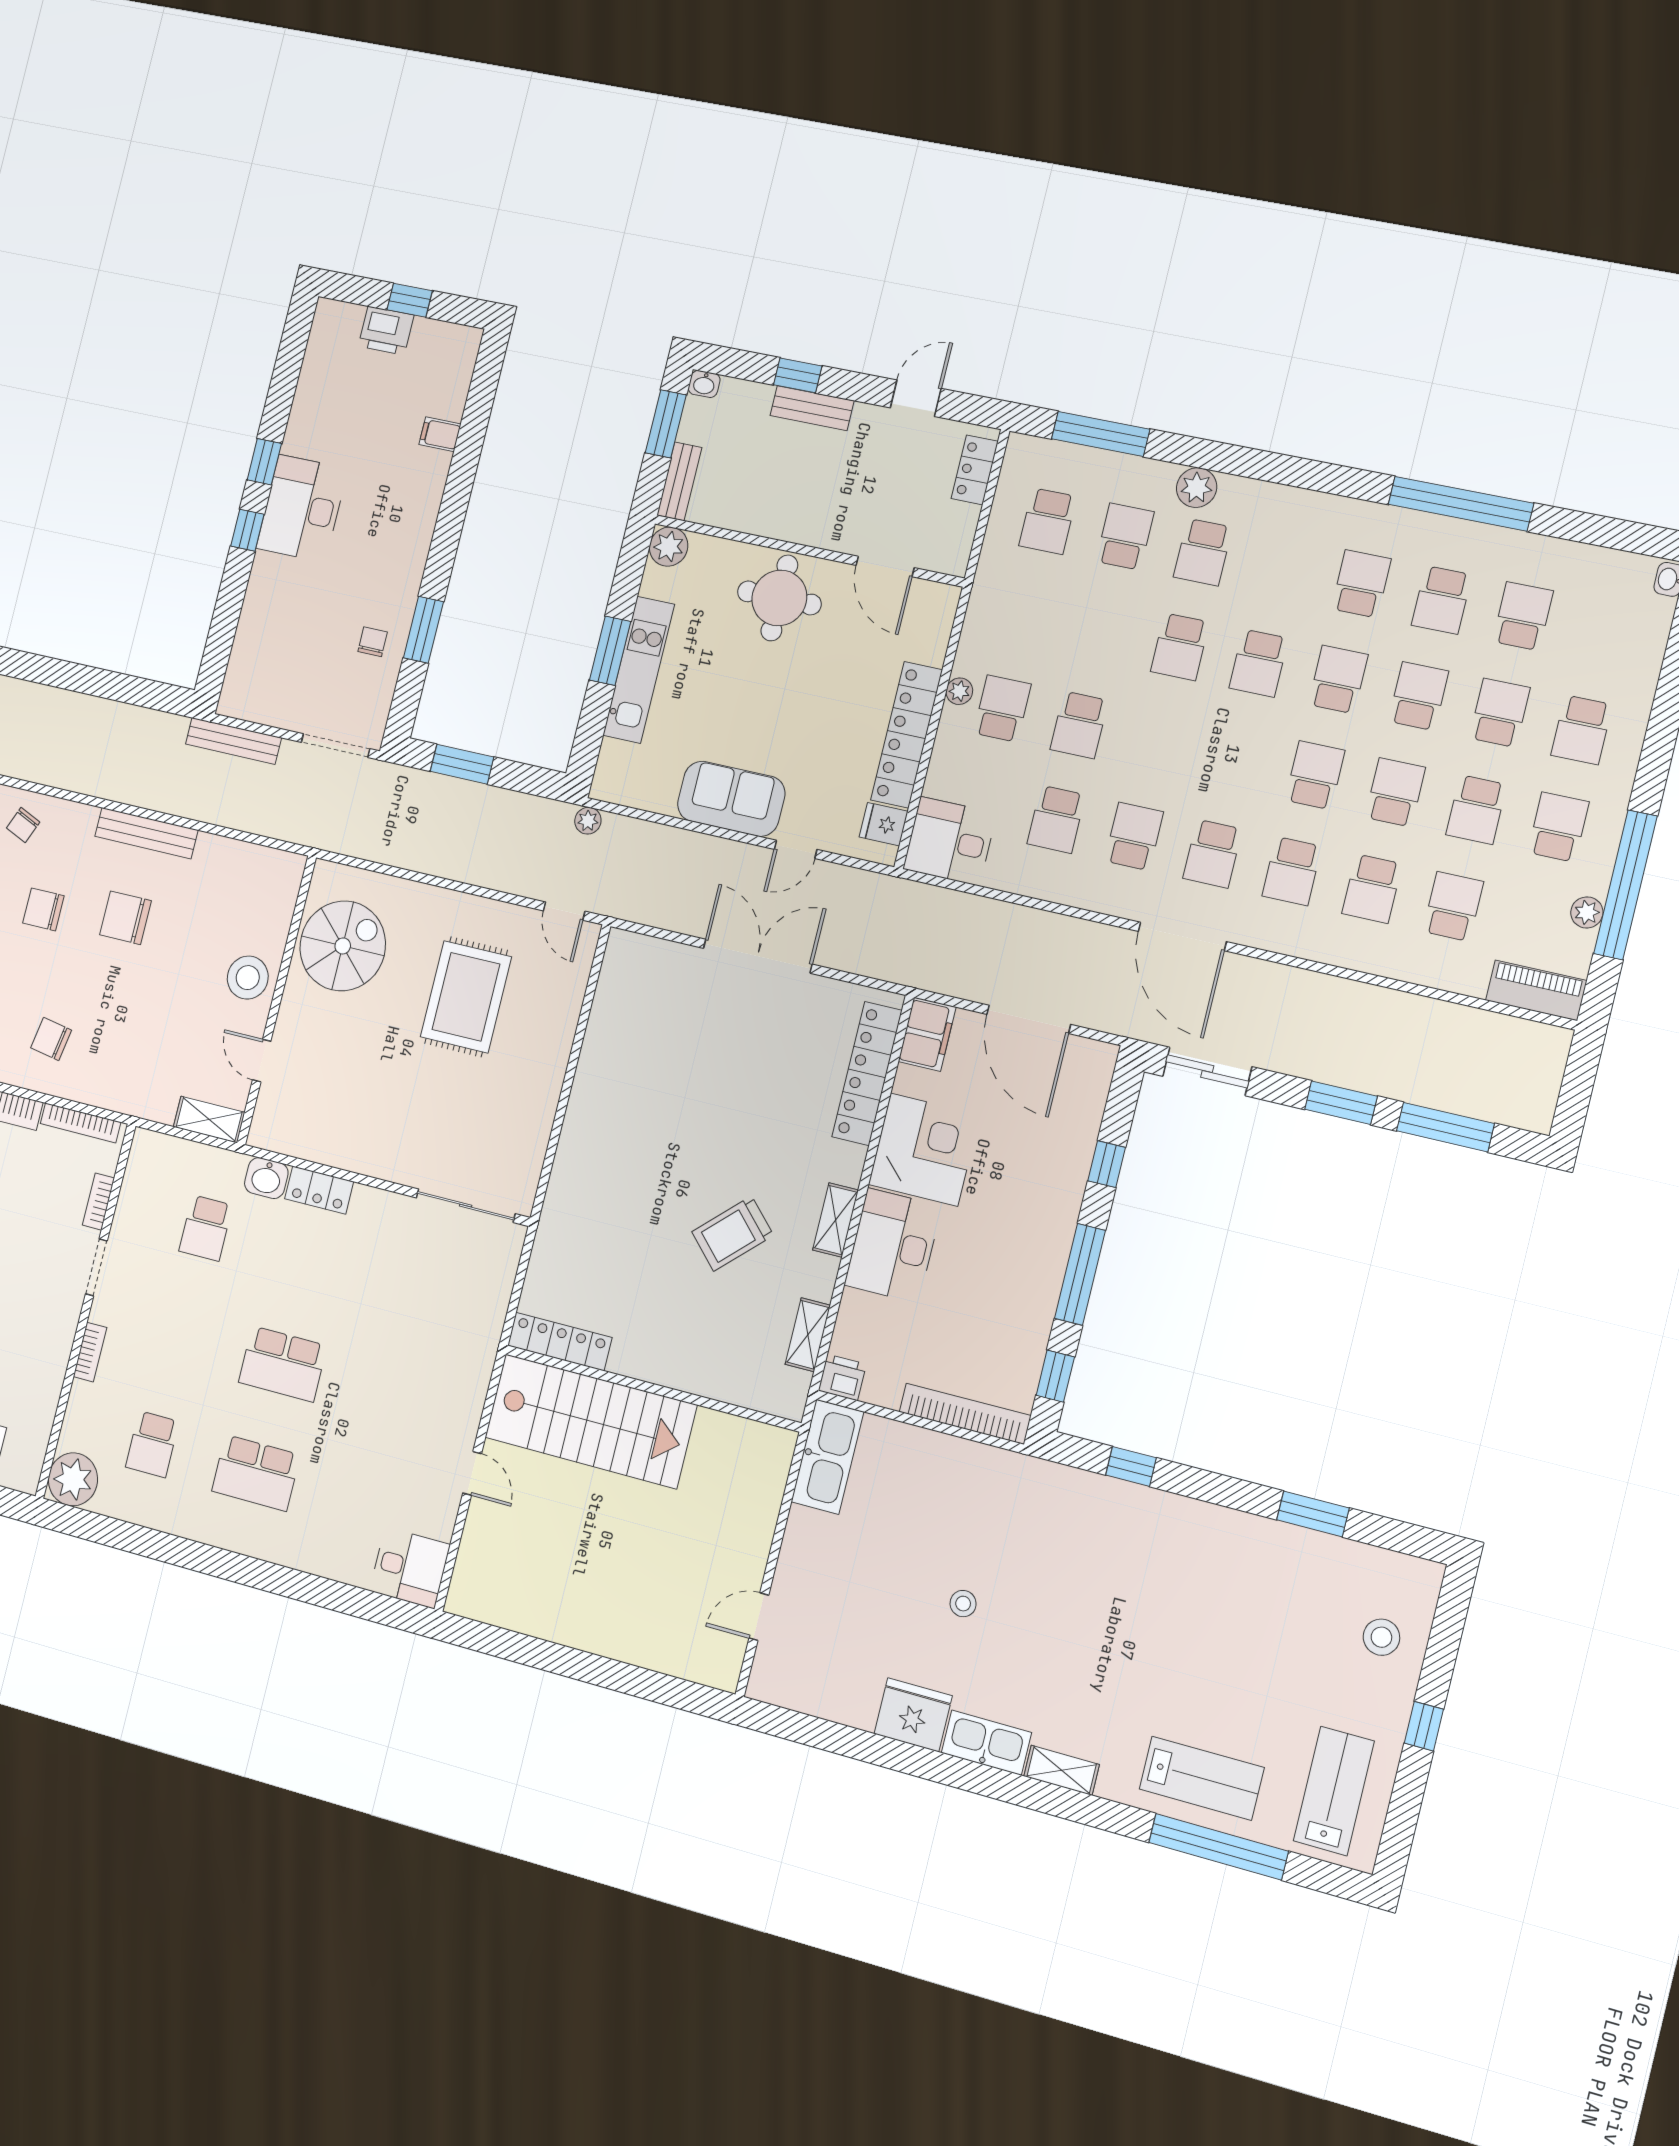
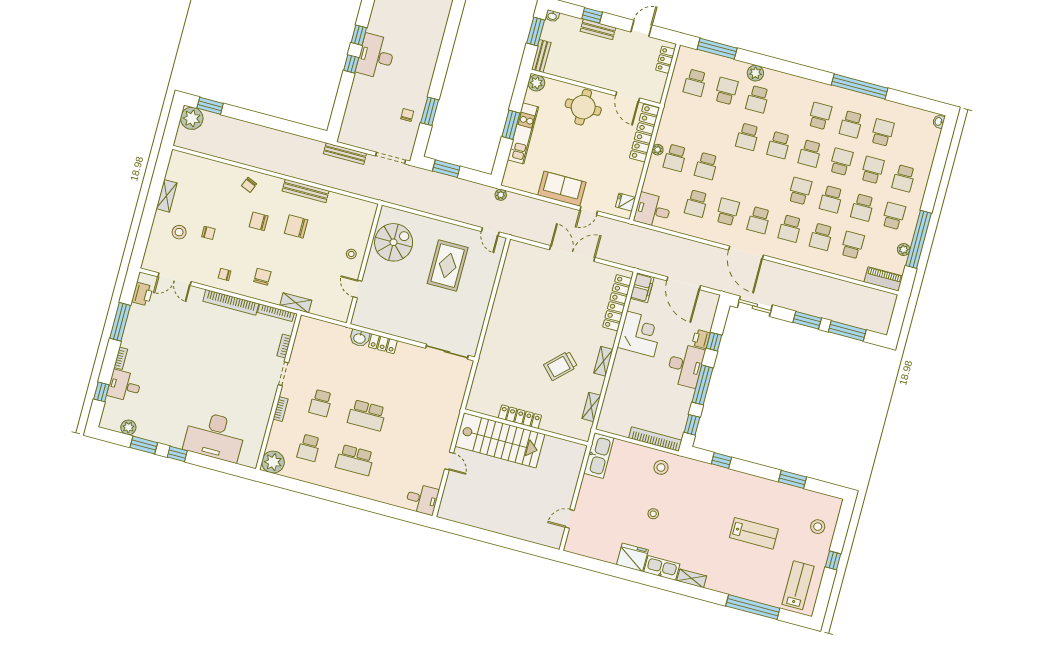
filing cabinet: (440, 434) -> (437, 29), removed
school desk: (1338, 679) -> (810, 153), turned 180
school desk: (1002, 709) -> (675, 158), turned 180
locker: (907, 735) -> (644, 133), moved
school desk: (1395, 792) -> (831, 199), turned 180
stool: (248, 978) -> (351, 254), width x0.53, depth x0.53
chair: (51, 1039) -> (262, 277), turned 80
shelving: (209, 1120) -> (296, 303), moved
school desk: (206, 1228) -> (321, 403), moved
desk: (893, 1246) -> (685, 365), moved, turned 180
locker: (560, 1342) -> (520, 417), moved
printer: (842, 1377) -> (701, 339), moved, turned -90
stool: (980, 1485) -> (661, 467), added
lab bench: (1202, 1778) -> (754, 533), moved

